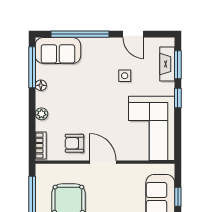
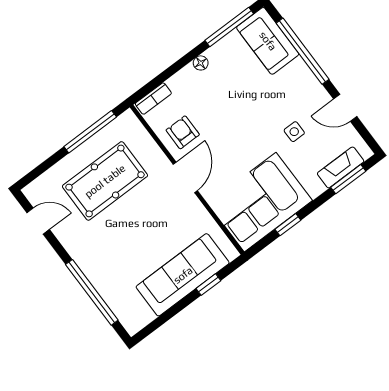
door: (133, 34) -> (345, 108), hinge flipped
floor lamp: (41, 85) -> (201, 63), moved
window: (178, 98) -> (288, 225), moved
plant: (41, 114) -> (188, 74), removed

